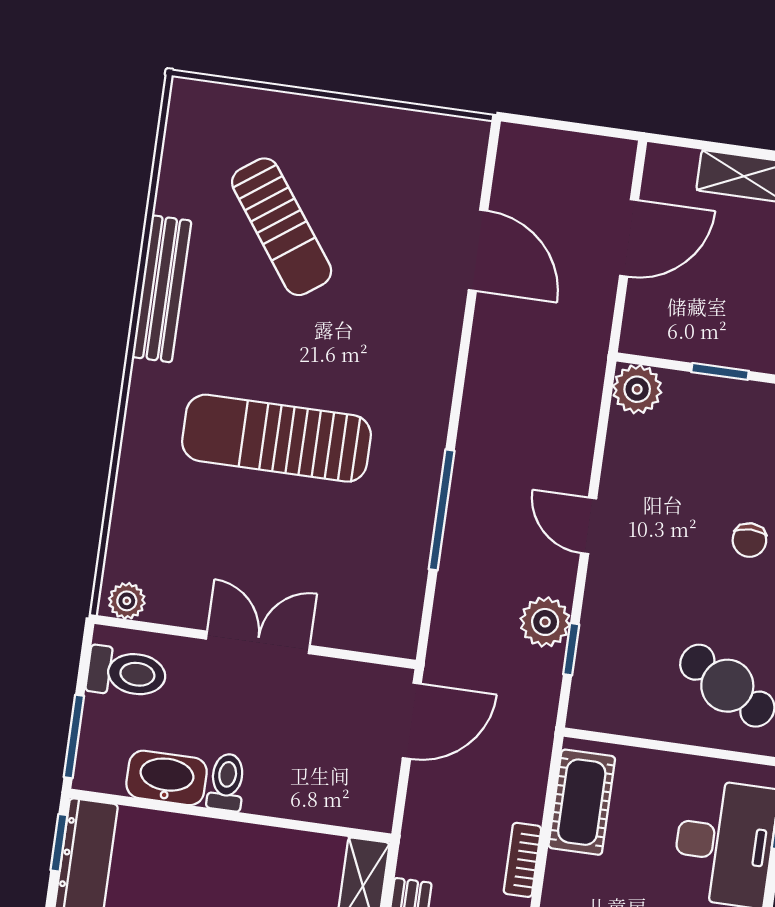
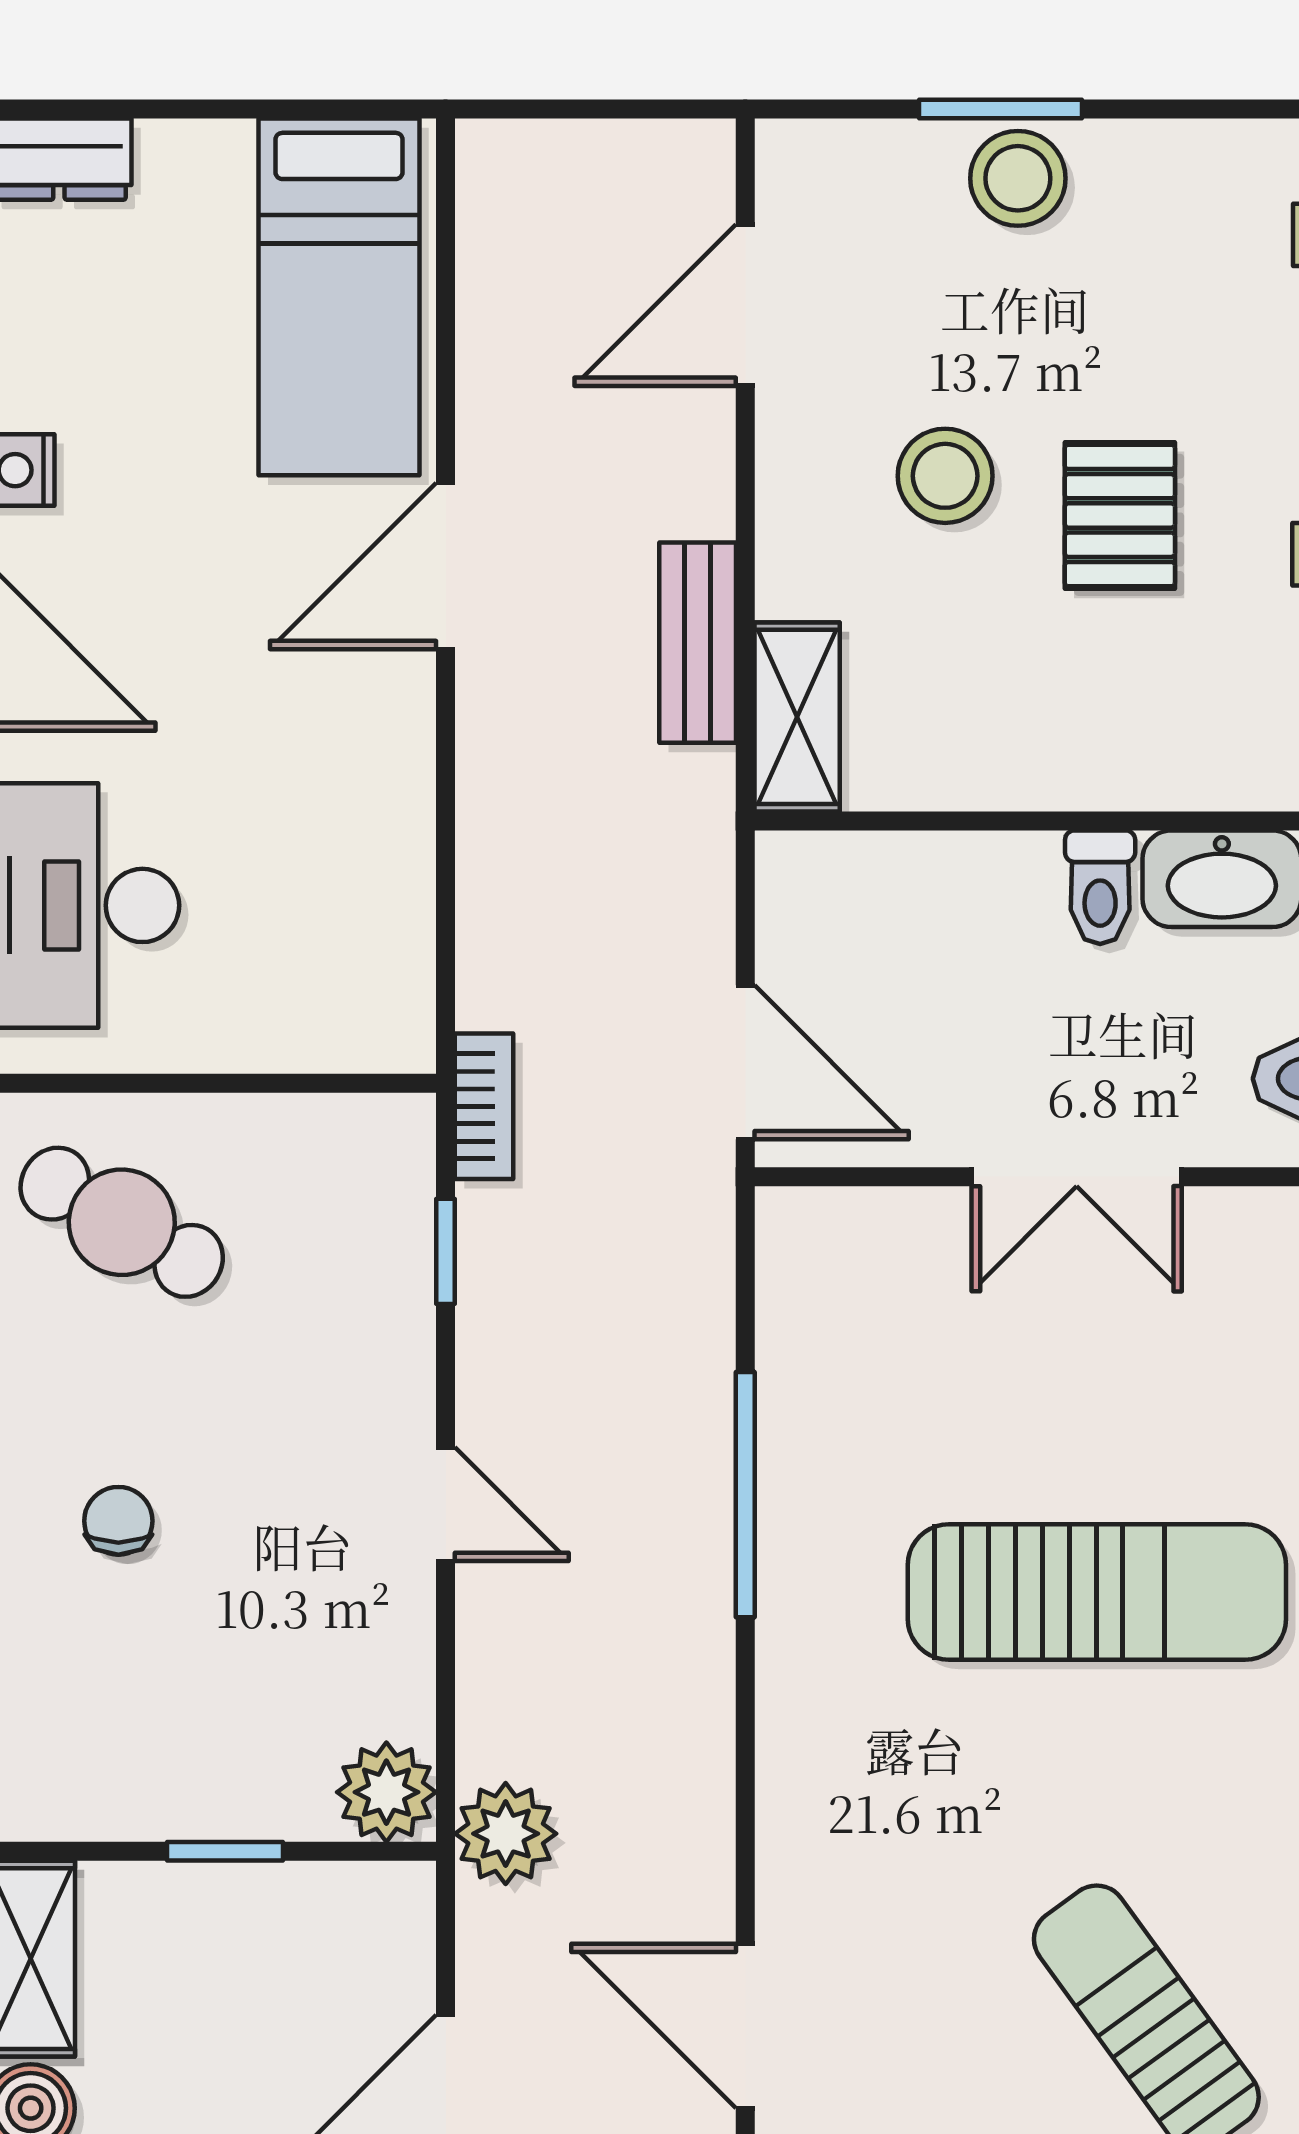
plant: (545, 622) -> (506, 1834), moved
door: (412, 721) -> (745, 1062), swing flipped
cot: (582, 802) -> (381, 947), removed
bookcase: (522, 860) -> (484, 1106), moved

